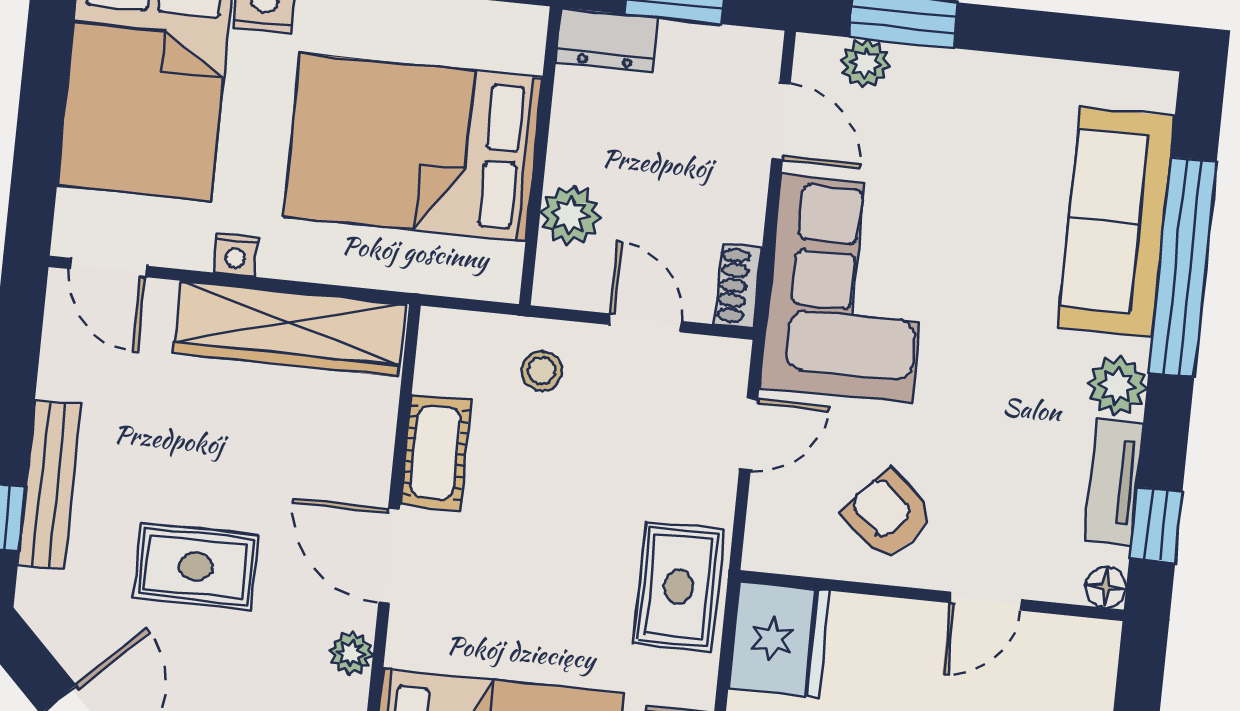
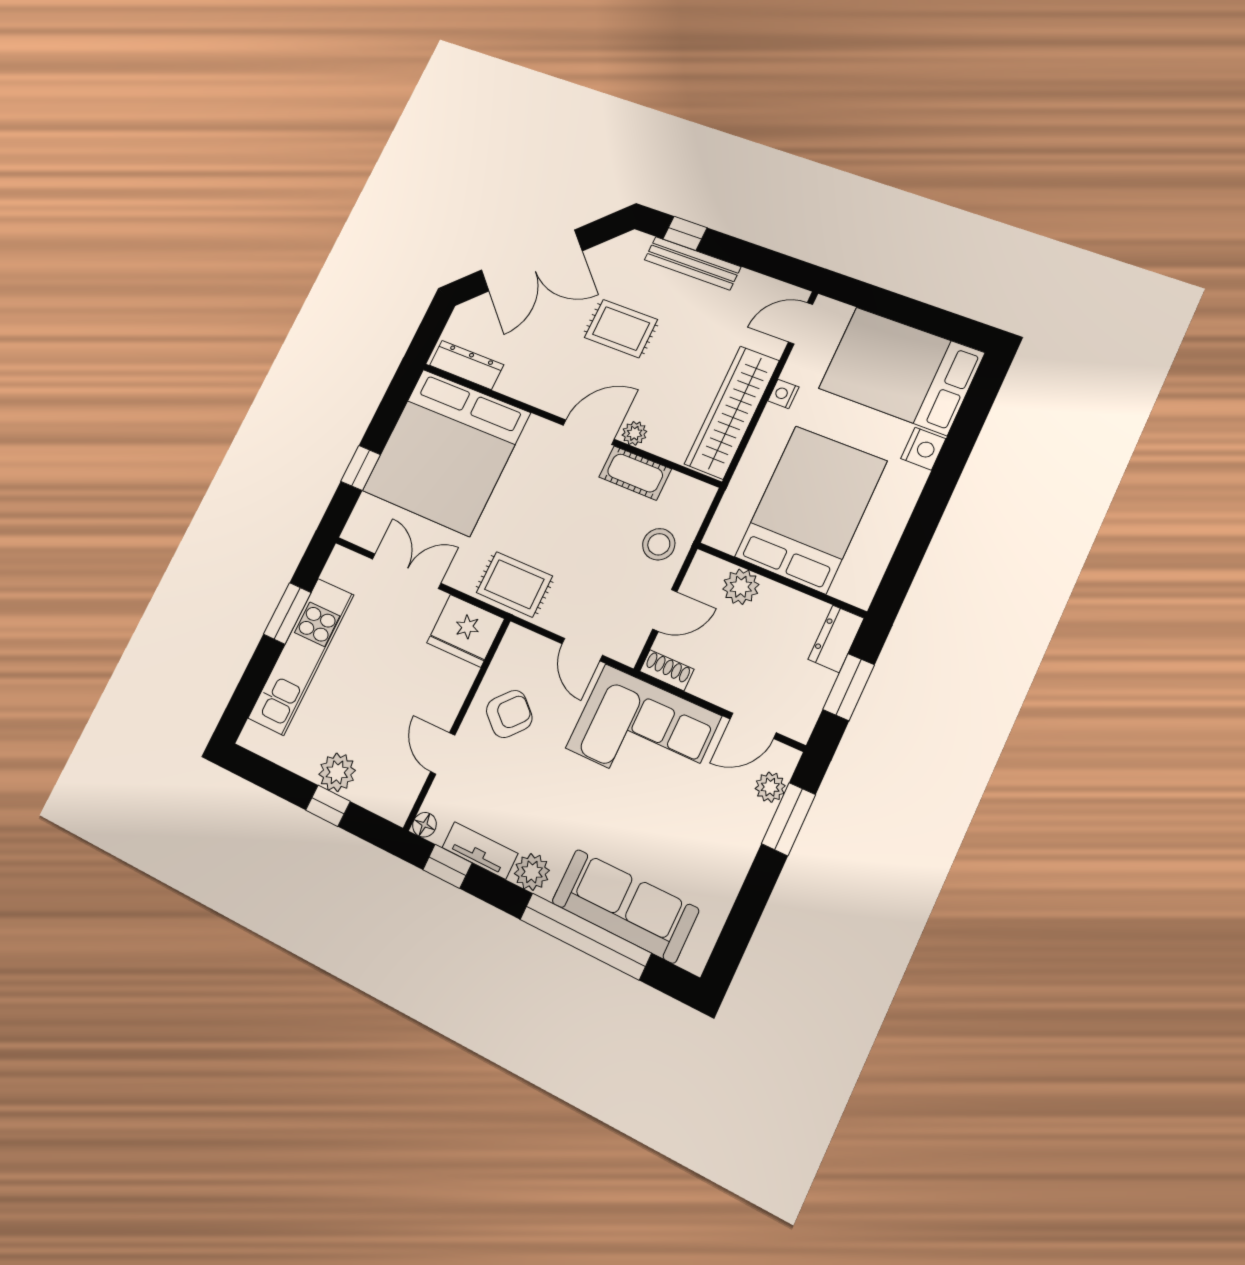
stool: (542, 371) -> (659, 544), width x1.37, depth x1.37
rug: (196, 566) -> (621, 329), turned 90
plant: (351, 653) -> (634, 433), moved

